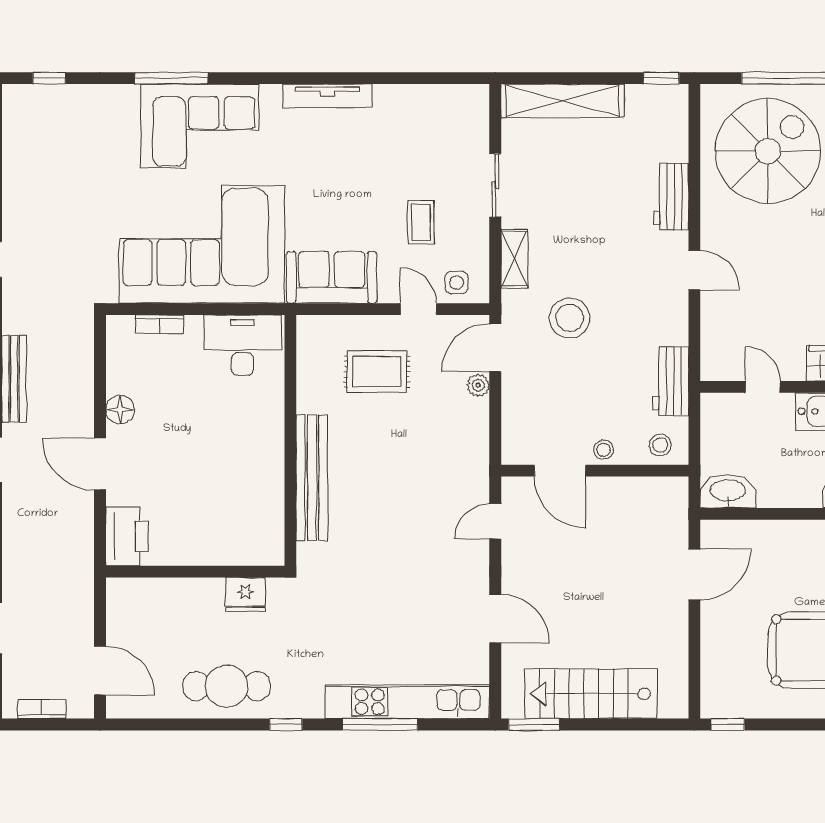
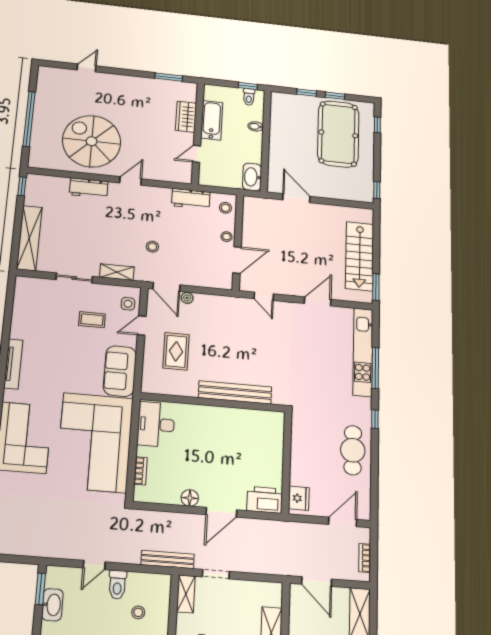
spiral stairs: (768, 151) -> (92, 141), moved
stool: (570, 318) -> (152, 247), width x0.53, depth x0.53
fridge: (246, 594) -> (299, 498), moved

